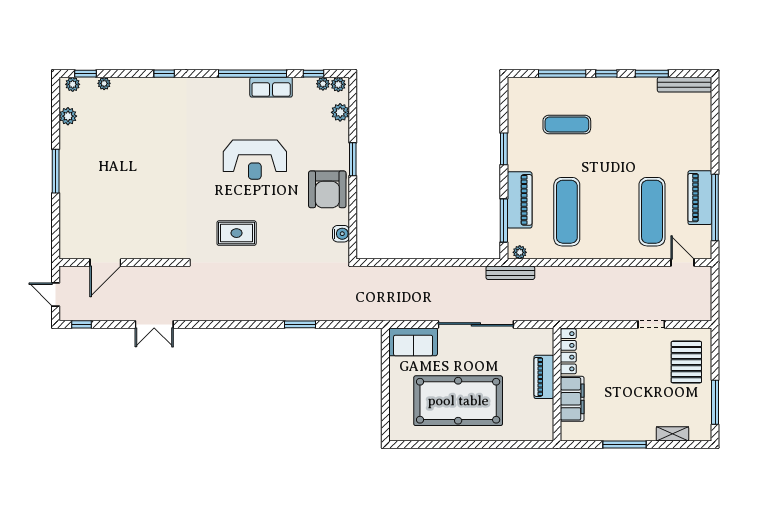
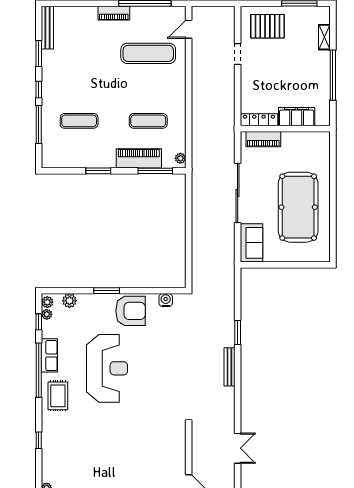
exercise mat: (567, 124) -> (79, 121), turned 90
reception desk: (255, 160) -> (107, 368), width x1.36, depth x1.30
piano: (700, 198) -> (114, 13), moved, width x0.73, depth x0.75
exercise mat: (567, 212) -> (148, 121), width x0.73, depth x0.69
rug: (237, 233) -> (58, 396), moved
bench: (510, 273) -> (229, 367), moved
piano: (544, 377) -> (263, 139), moved
window: (625, 445) -> (333, 75), width x1.46

